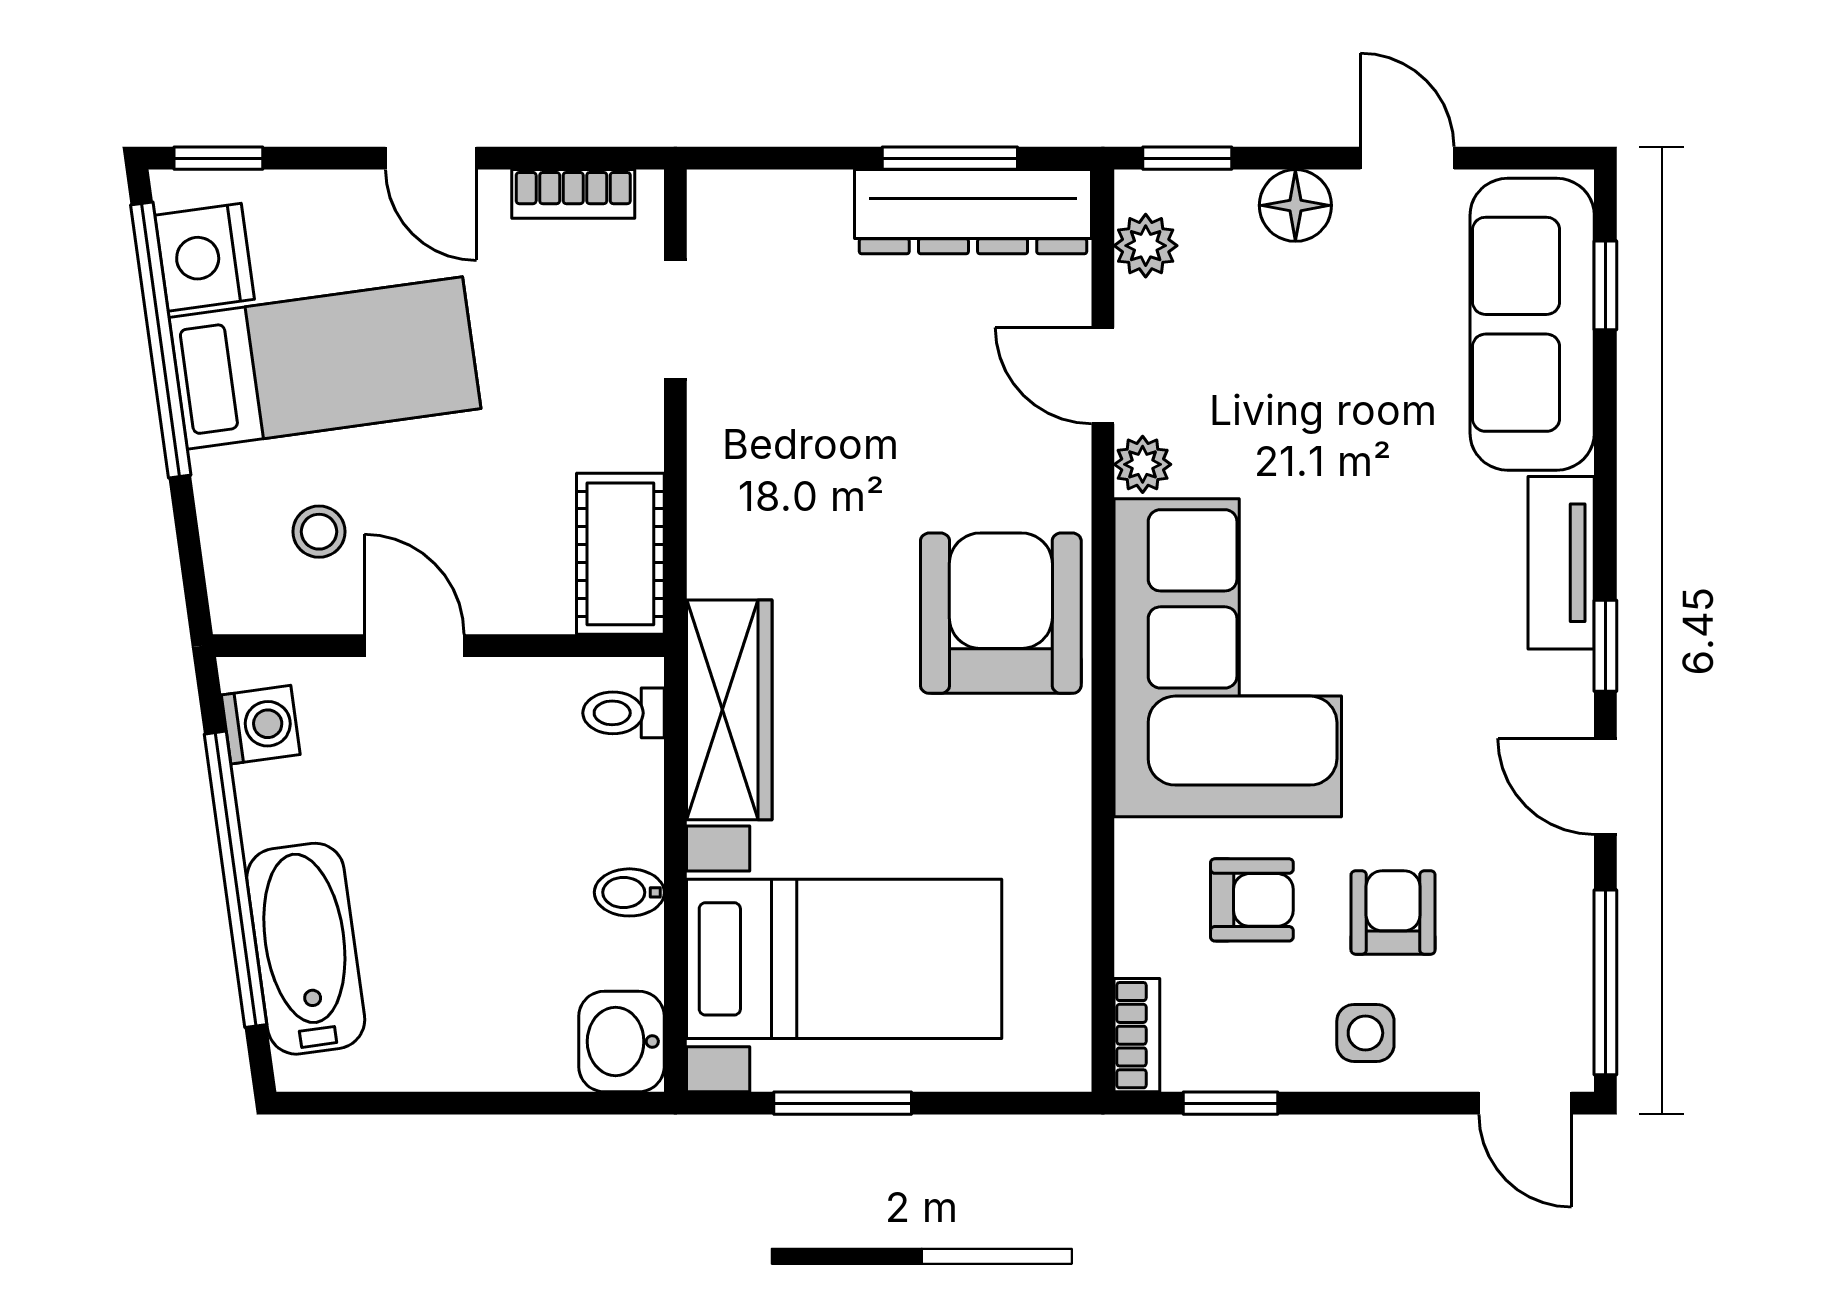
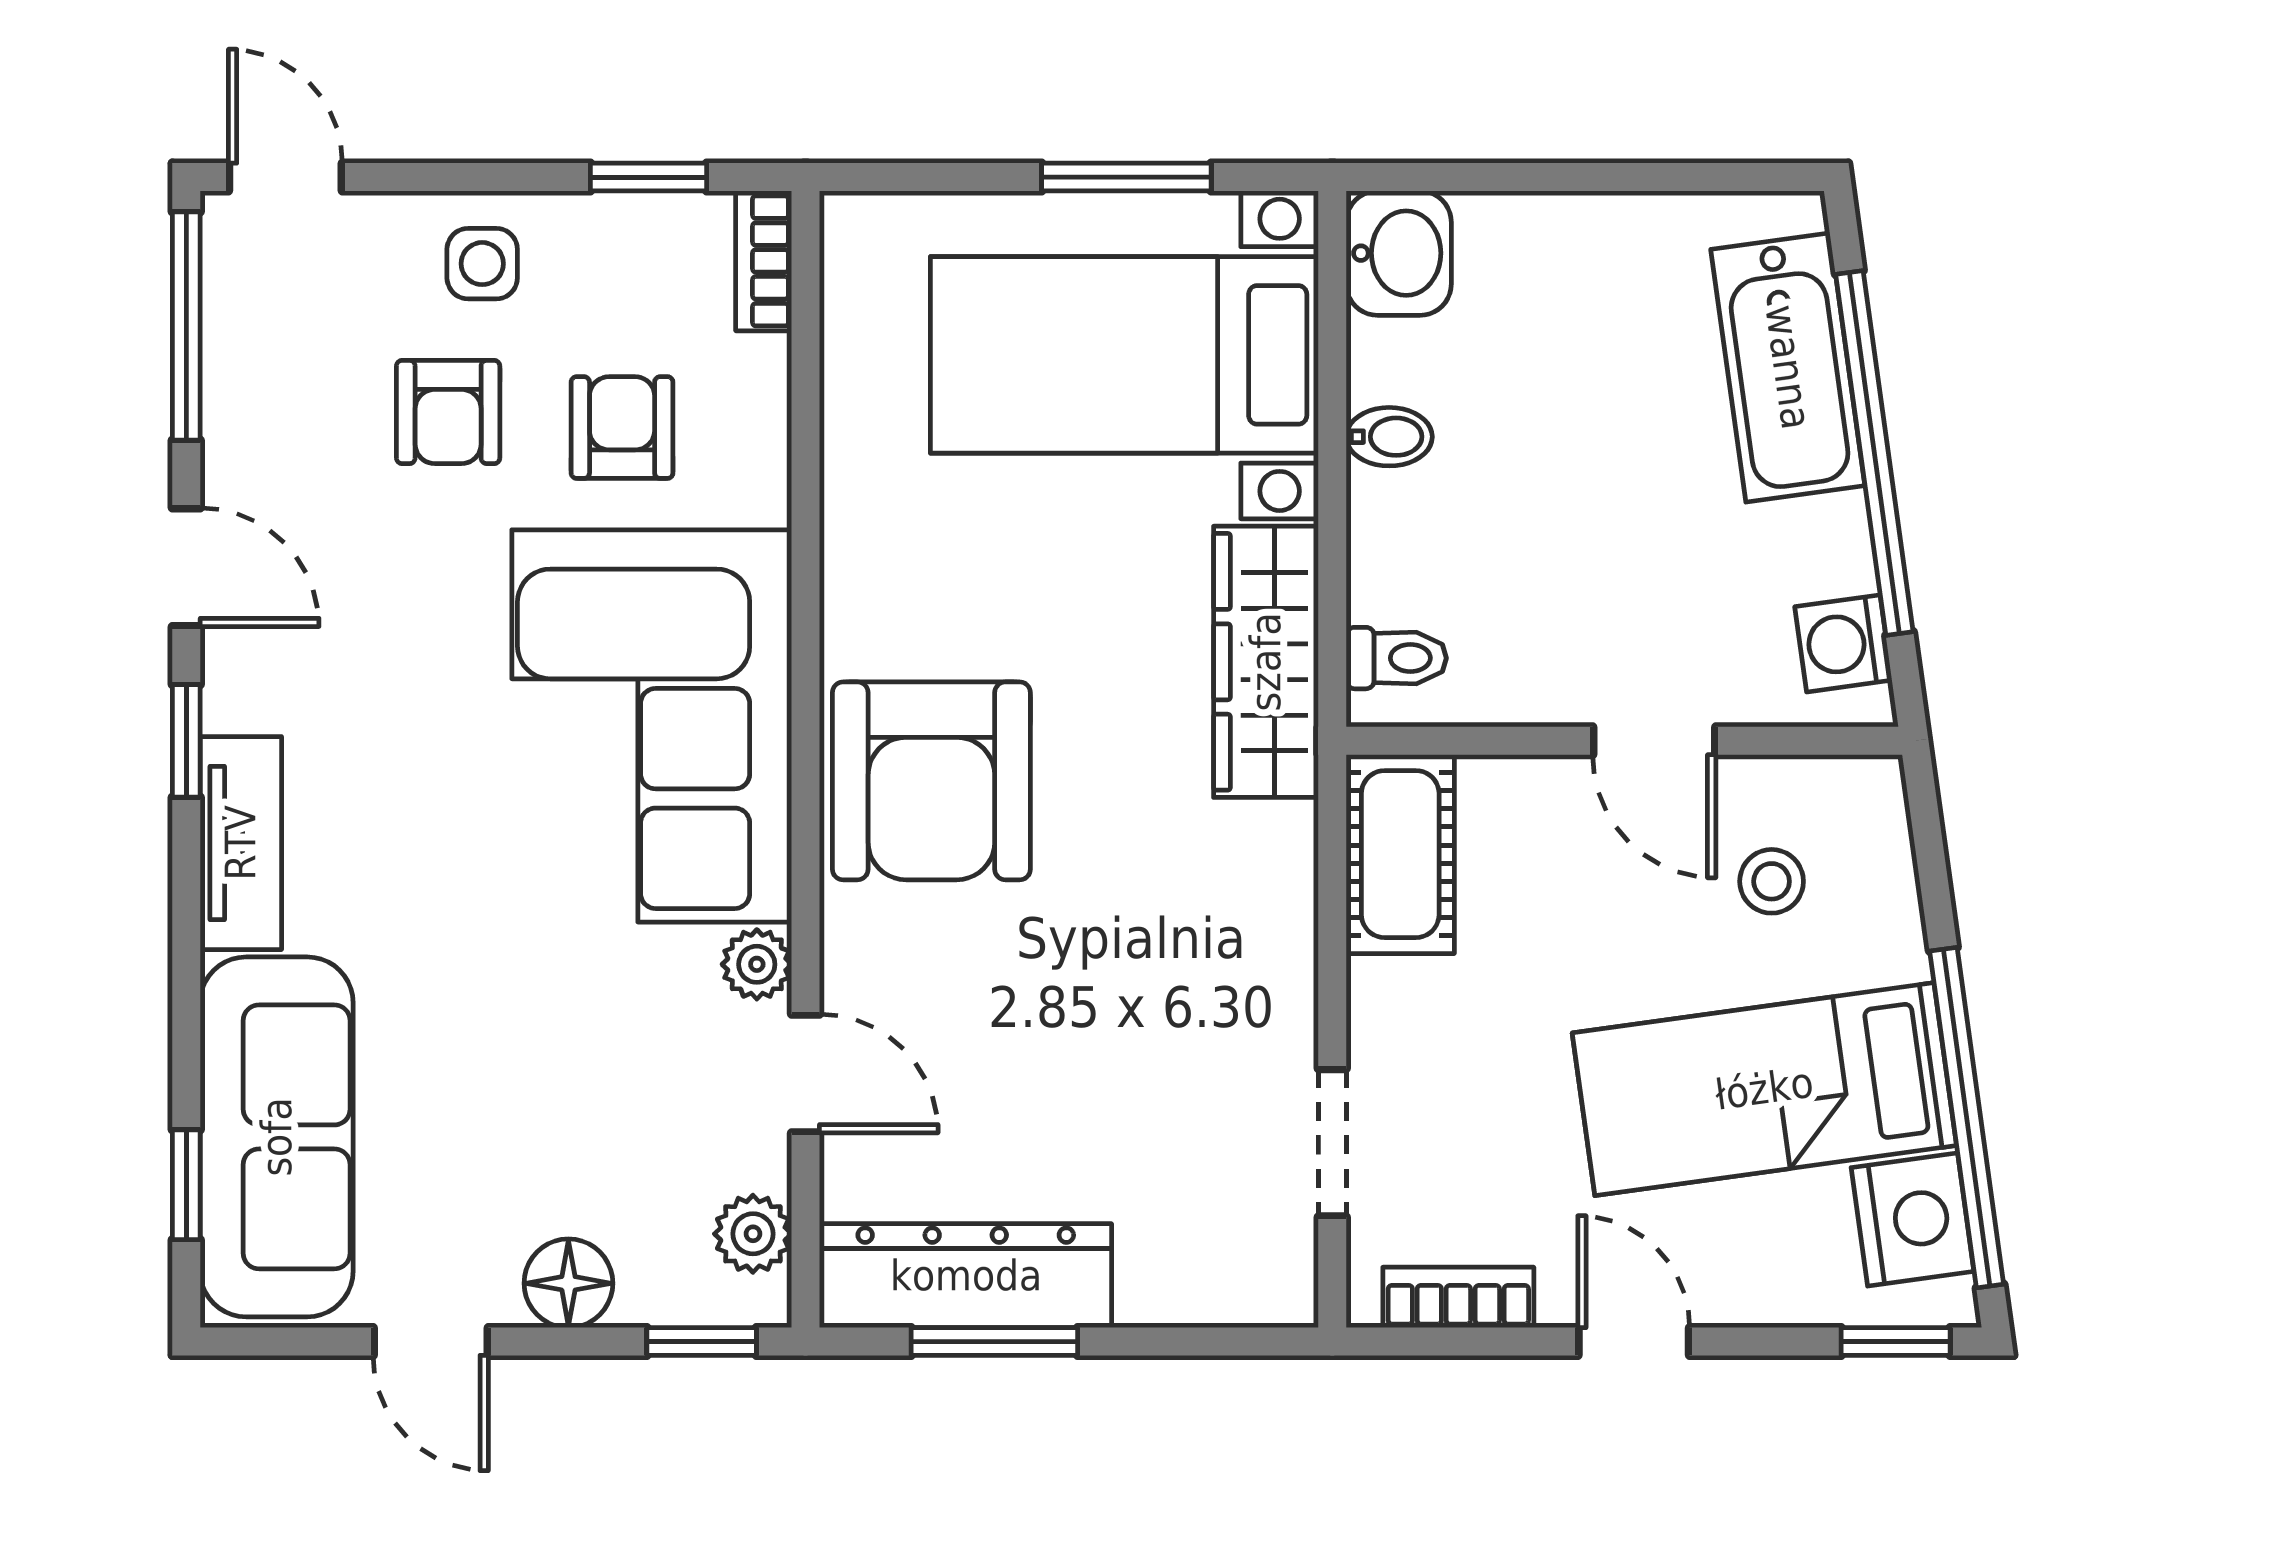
armchair: (1252, 900) -> (622, 428), turned 90

